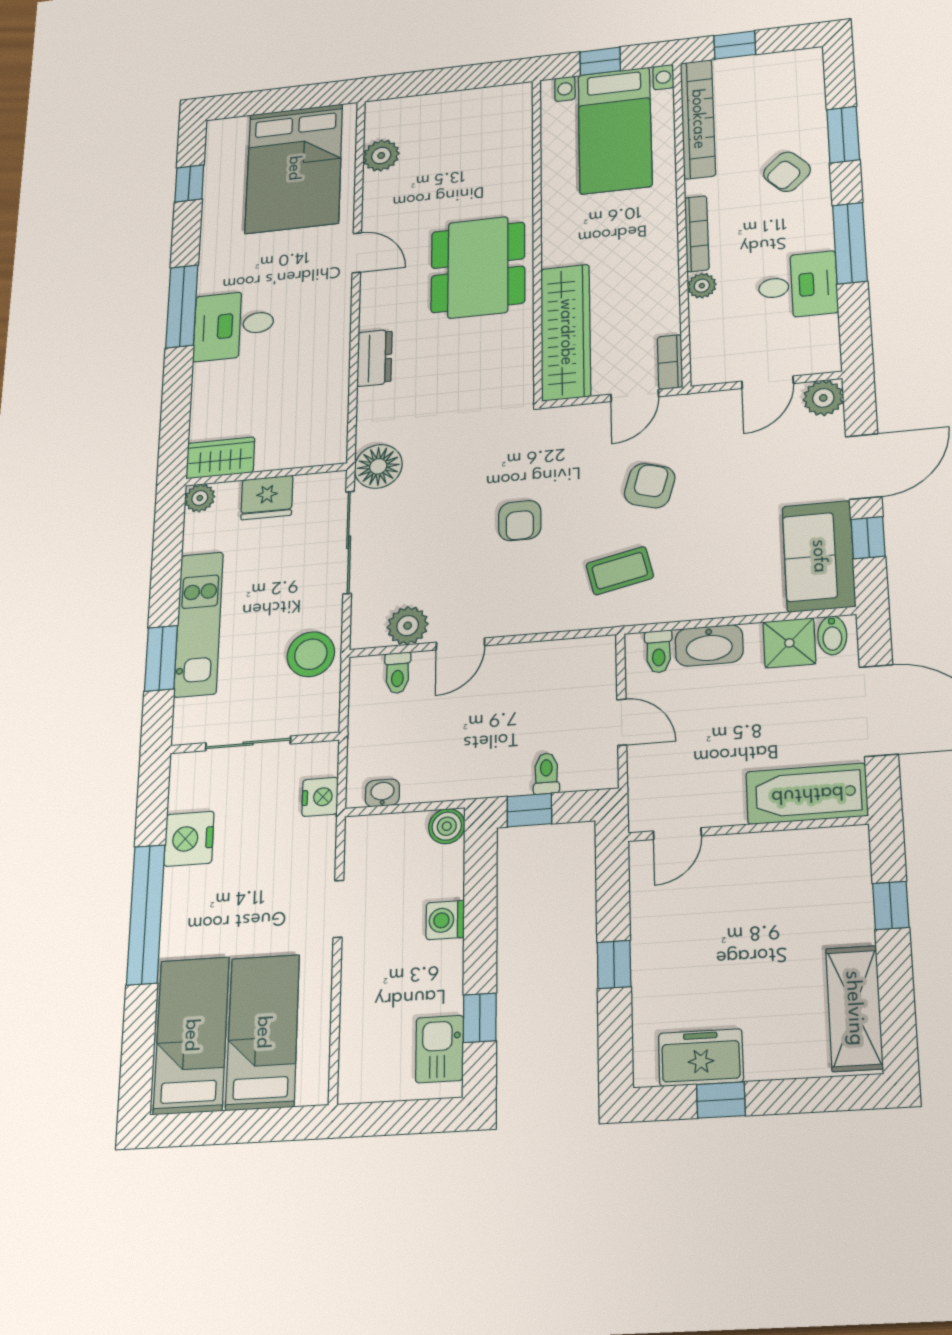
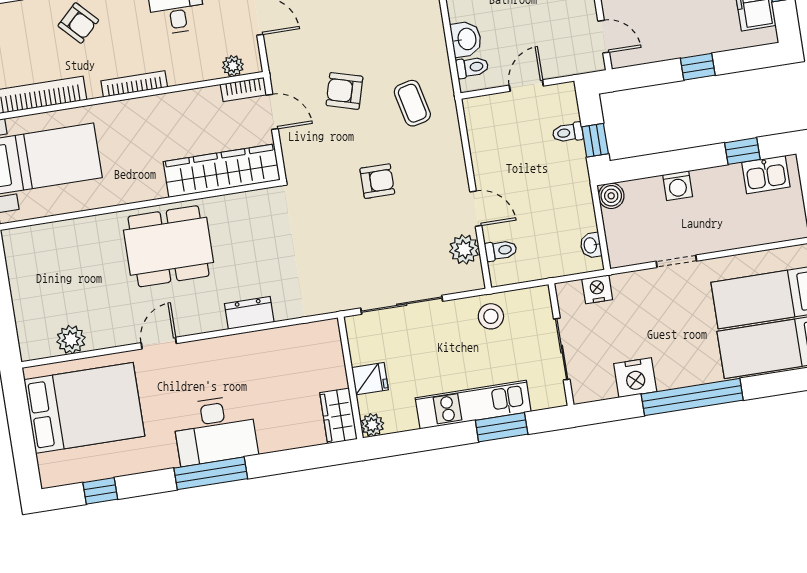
plant: (702, 286) -> (233, 66), moved
desk: (234, 325) -> (215, 430), width x1.37
floor lamp: (378, 466) -> (339, 294), removed
fridge: (267, 498) -> (370, 379), width x0.72
washbasin: (709, 645) -> (466, 39), width x0.72
stool: (311, 654) -> (491, 316), width x0.73, depth x0.73

